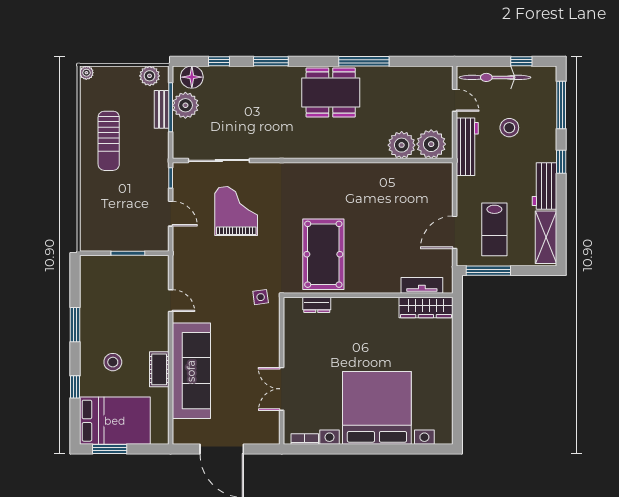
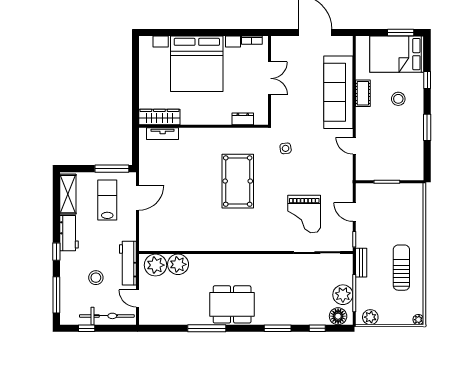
bench: (162, 109) -> (361, 263), moved
tv unit: (422, 285) -> (163, 134), moved
wall: (368, 295) -> (204, 126), moved
dresser: (317, 305) -> (243, 119), moved
wardrobe: (426, 307) -> (159, 117), moved

